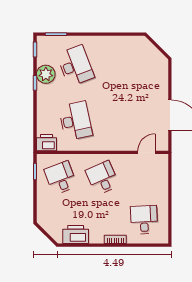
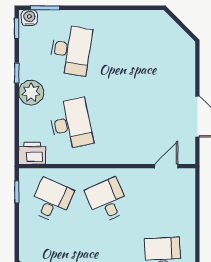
water cooler: (44, 41) -> (29, 18), added
desk: (75, 66) -> (71, 50), turned 30
plant: (46, 74) -> (31, 93), moved
desk: (61, 178) -> (51, 200), turned 45

